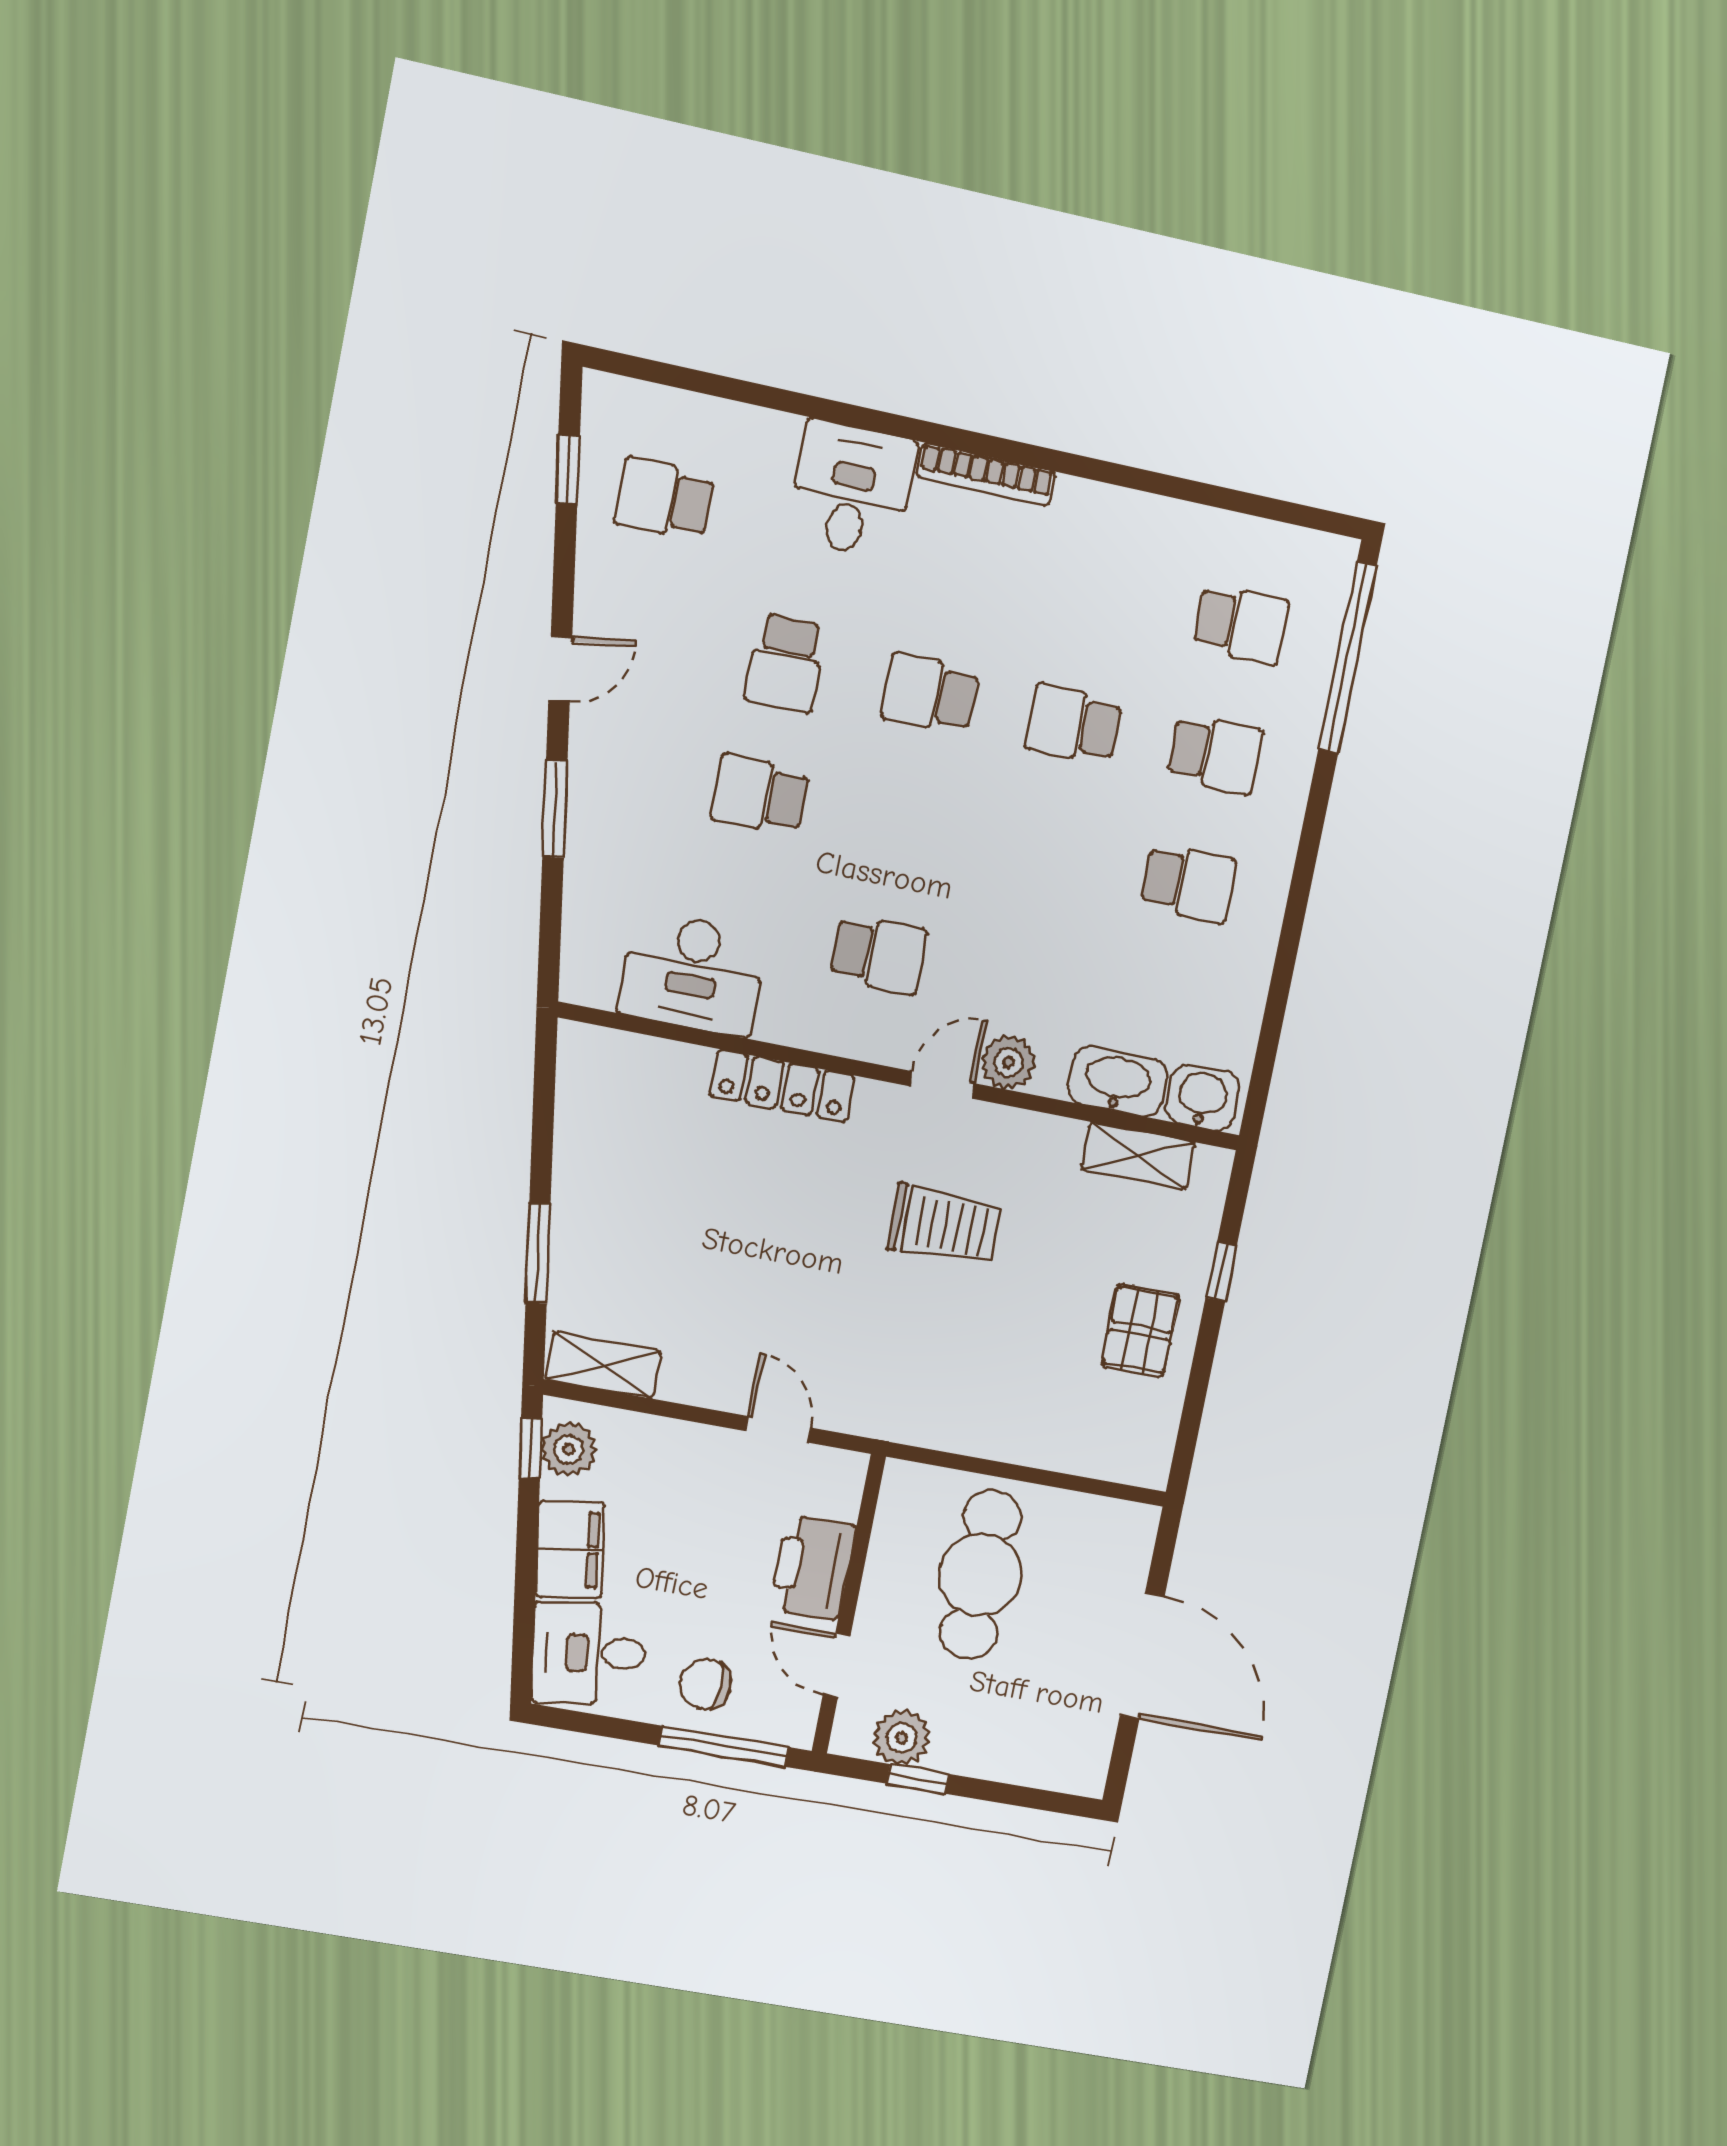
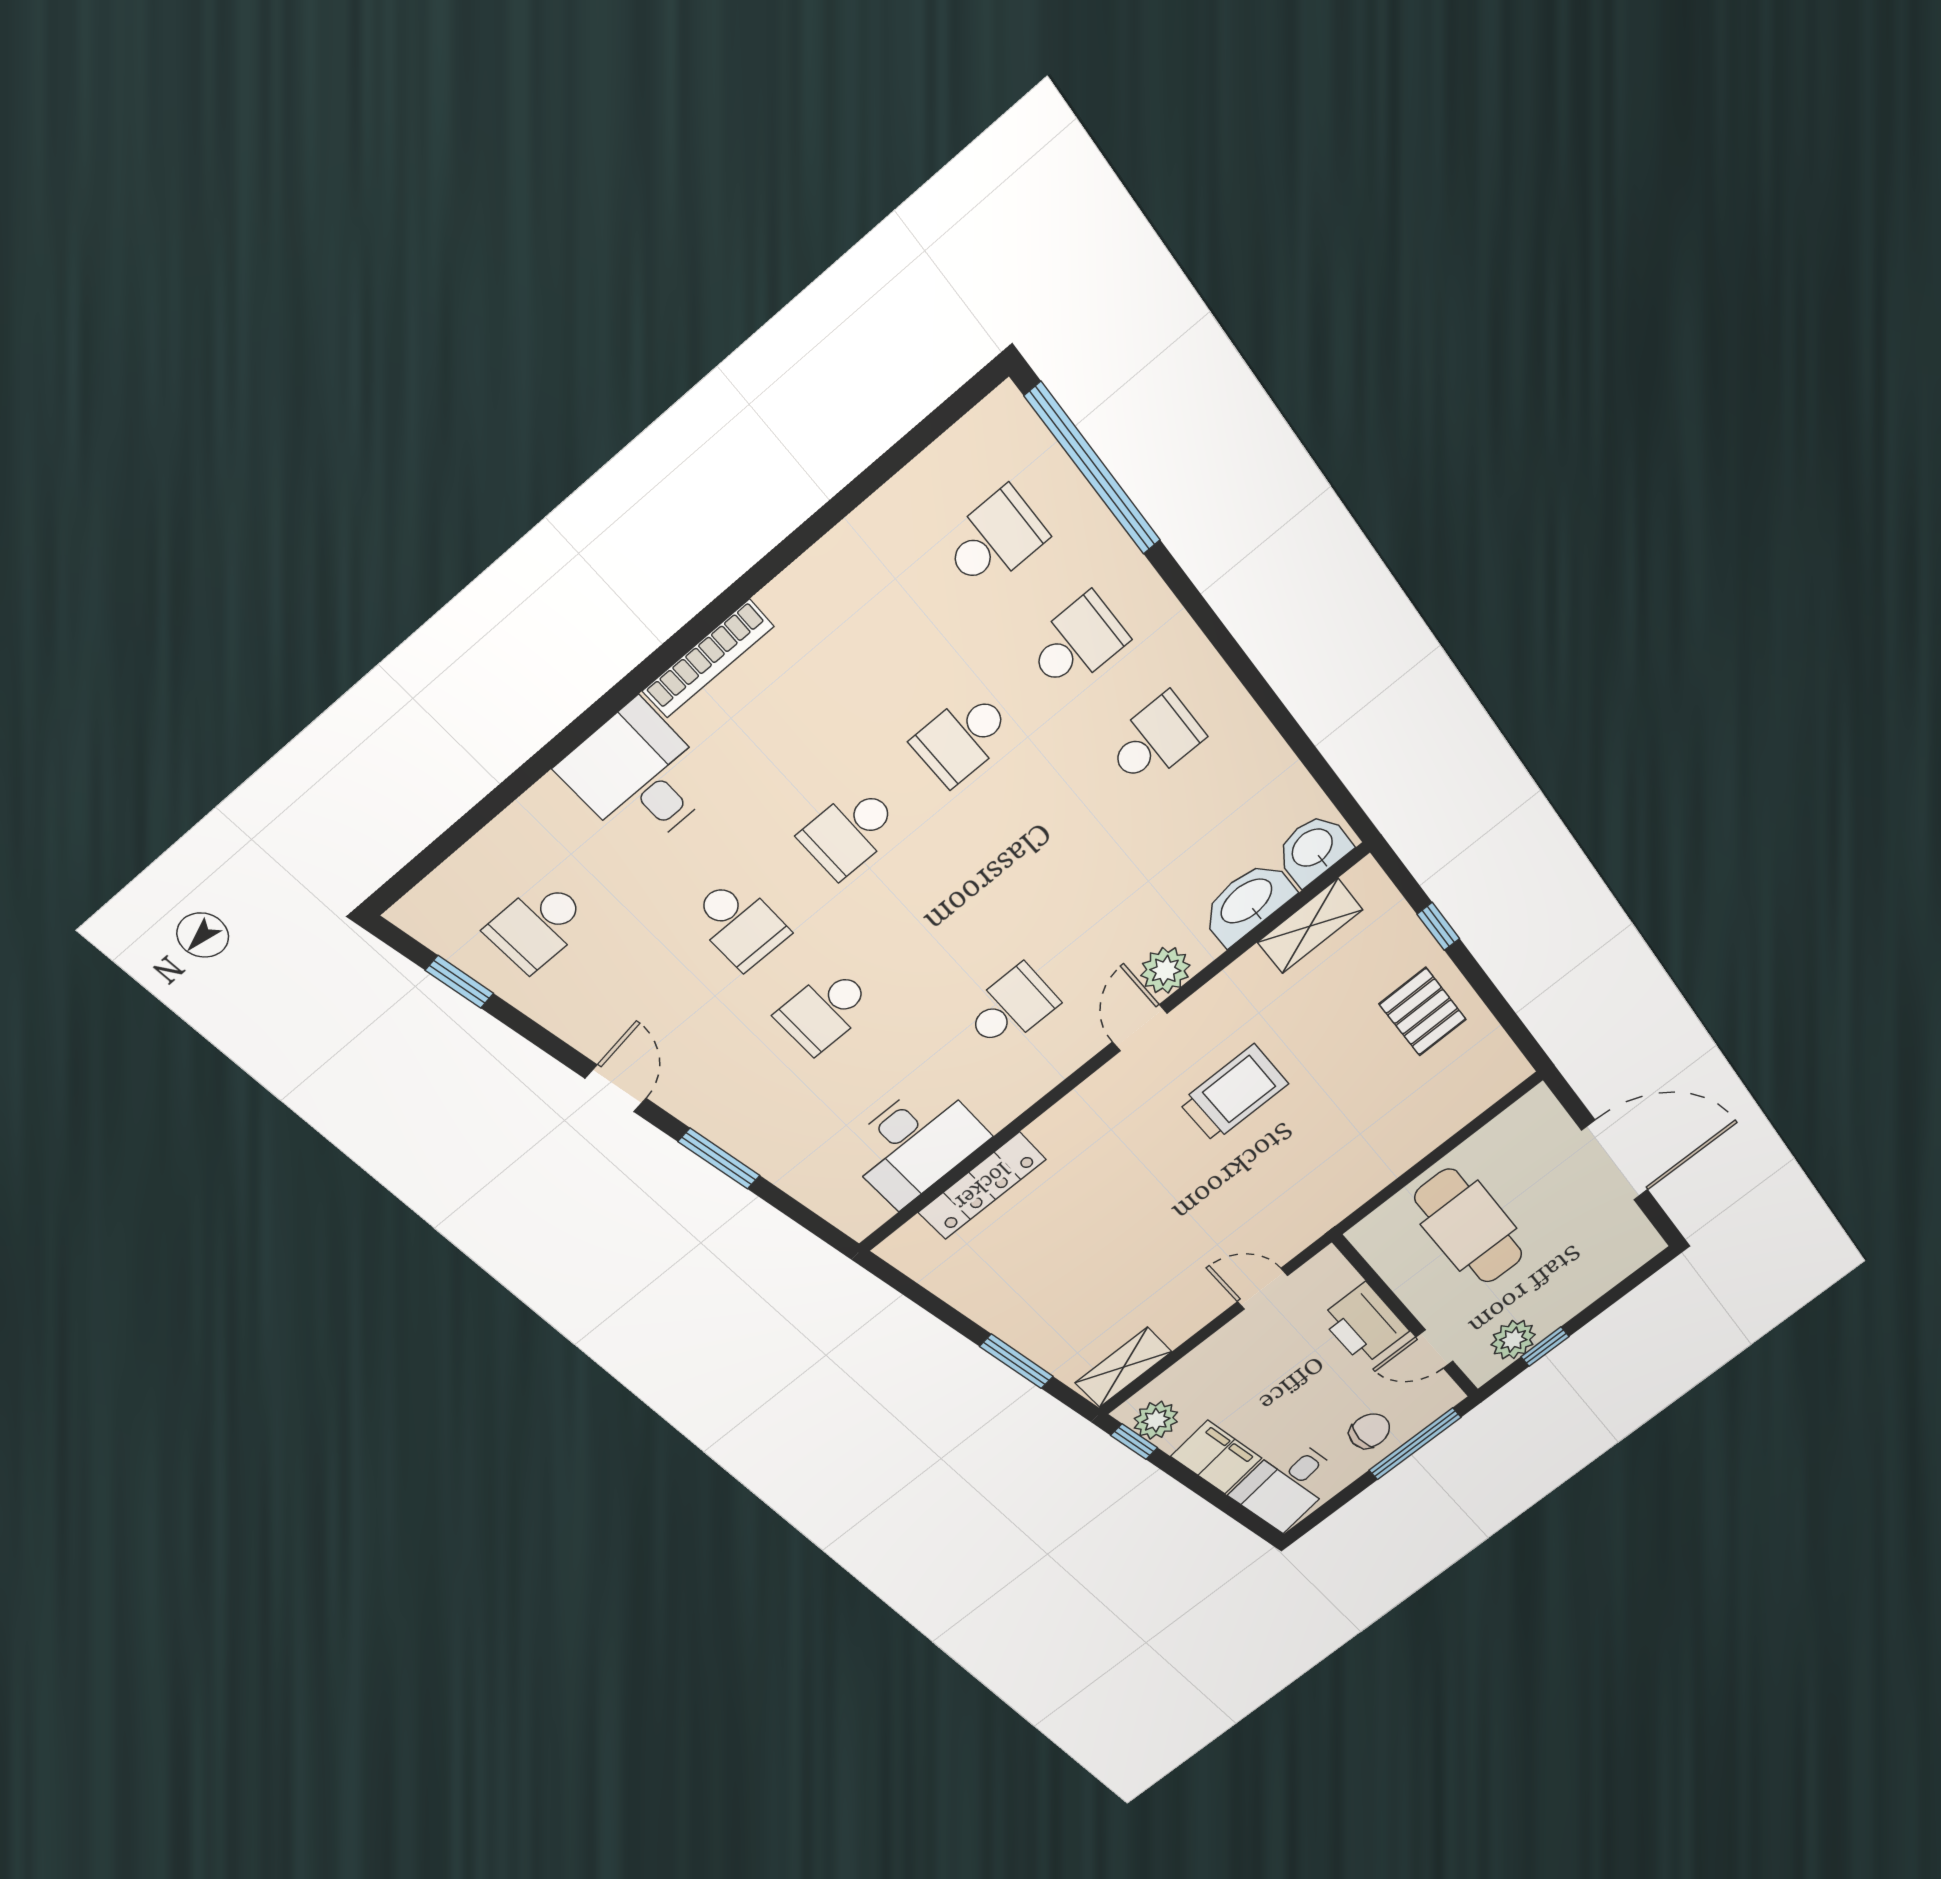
locker: (782, 1086) -> (982, 1186), moved
chair: (706, 1684) -> (1370, 1431), turned 180

